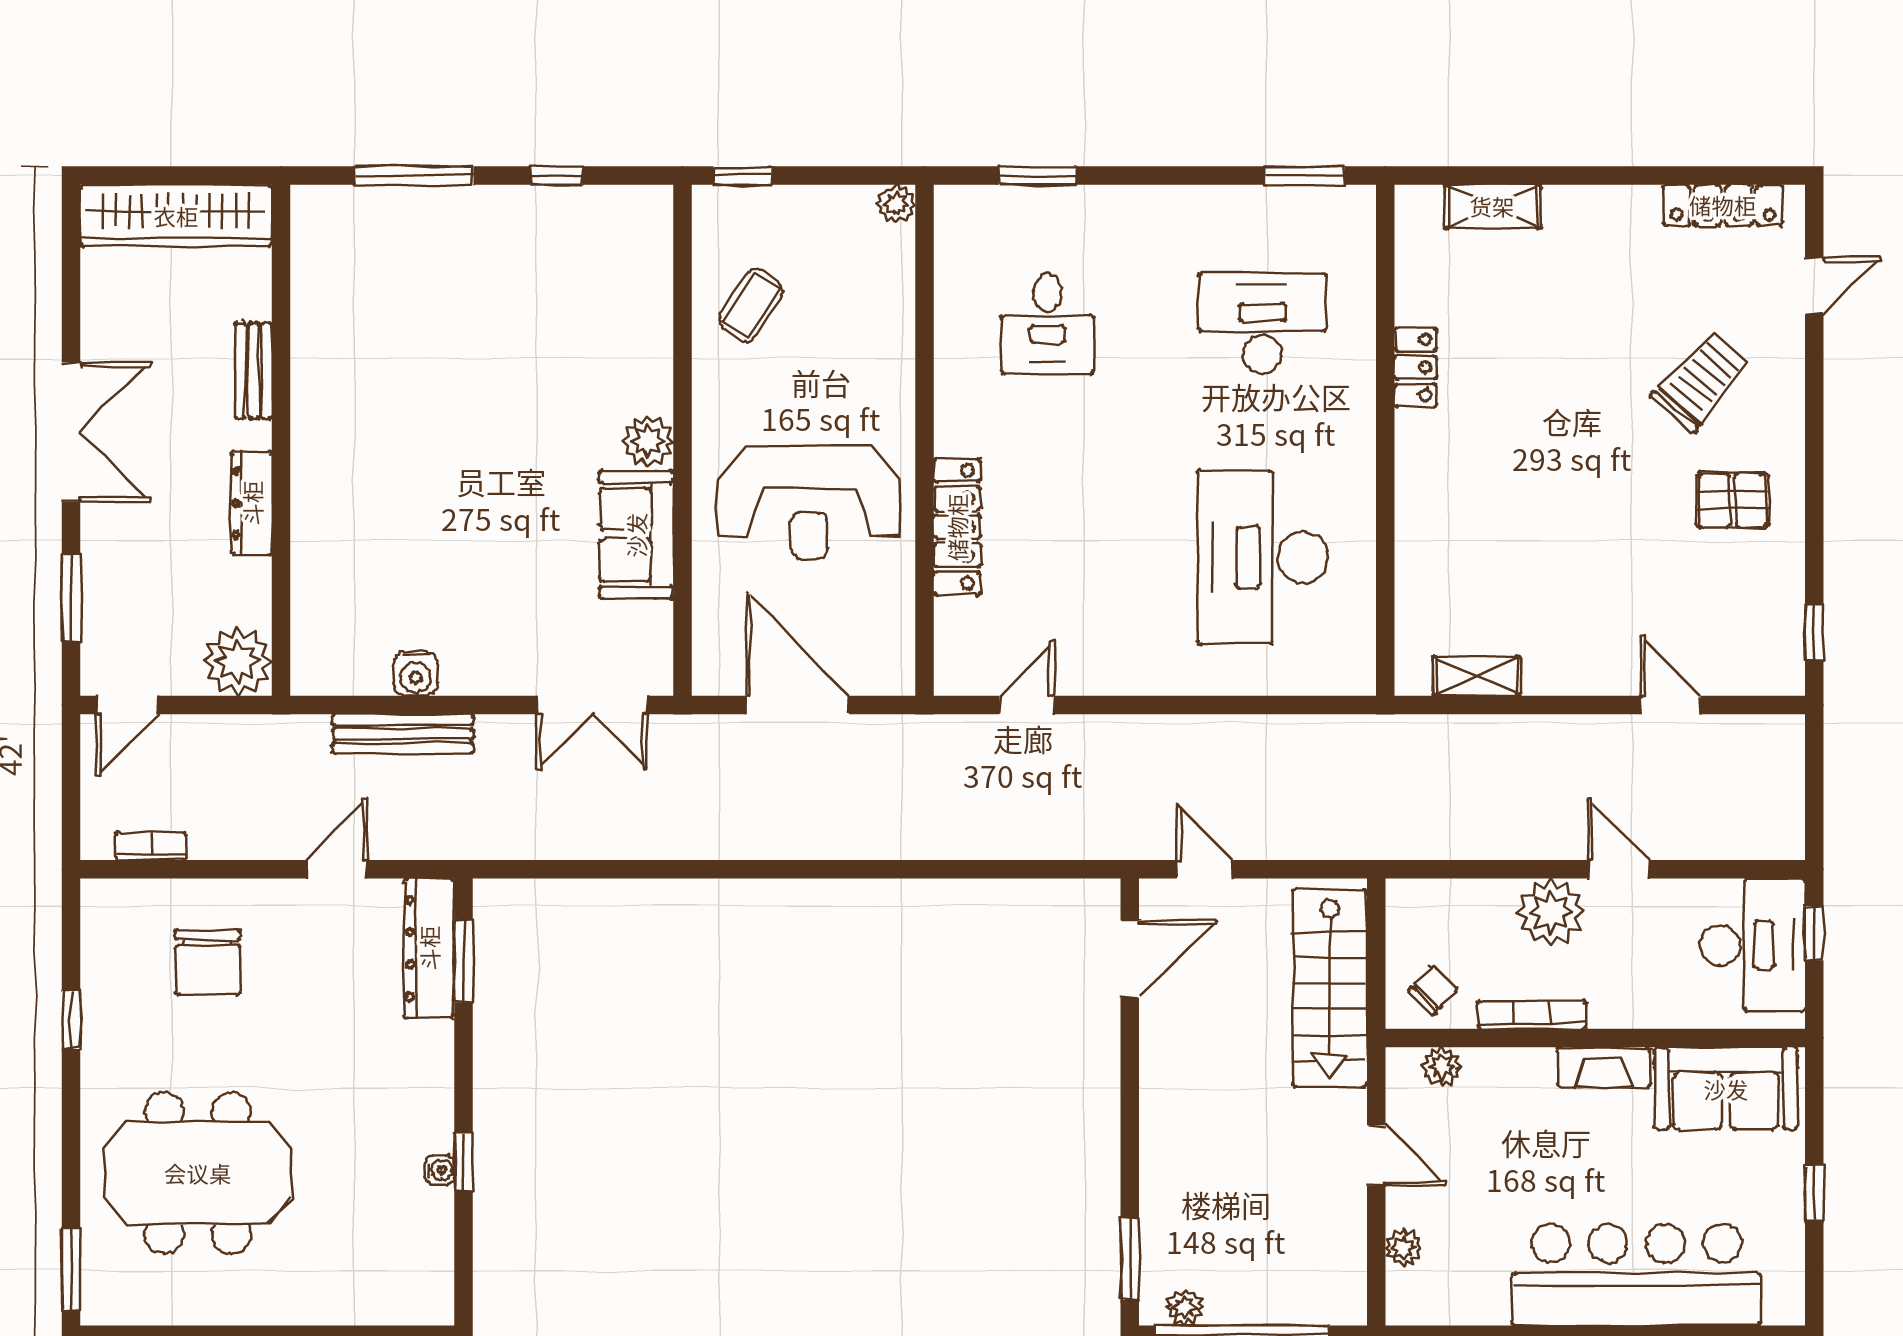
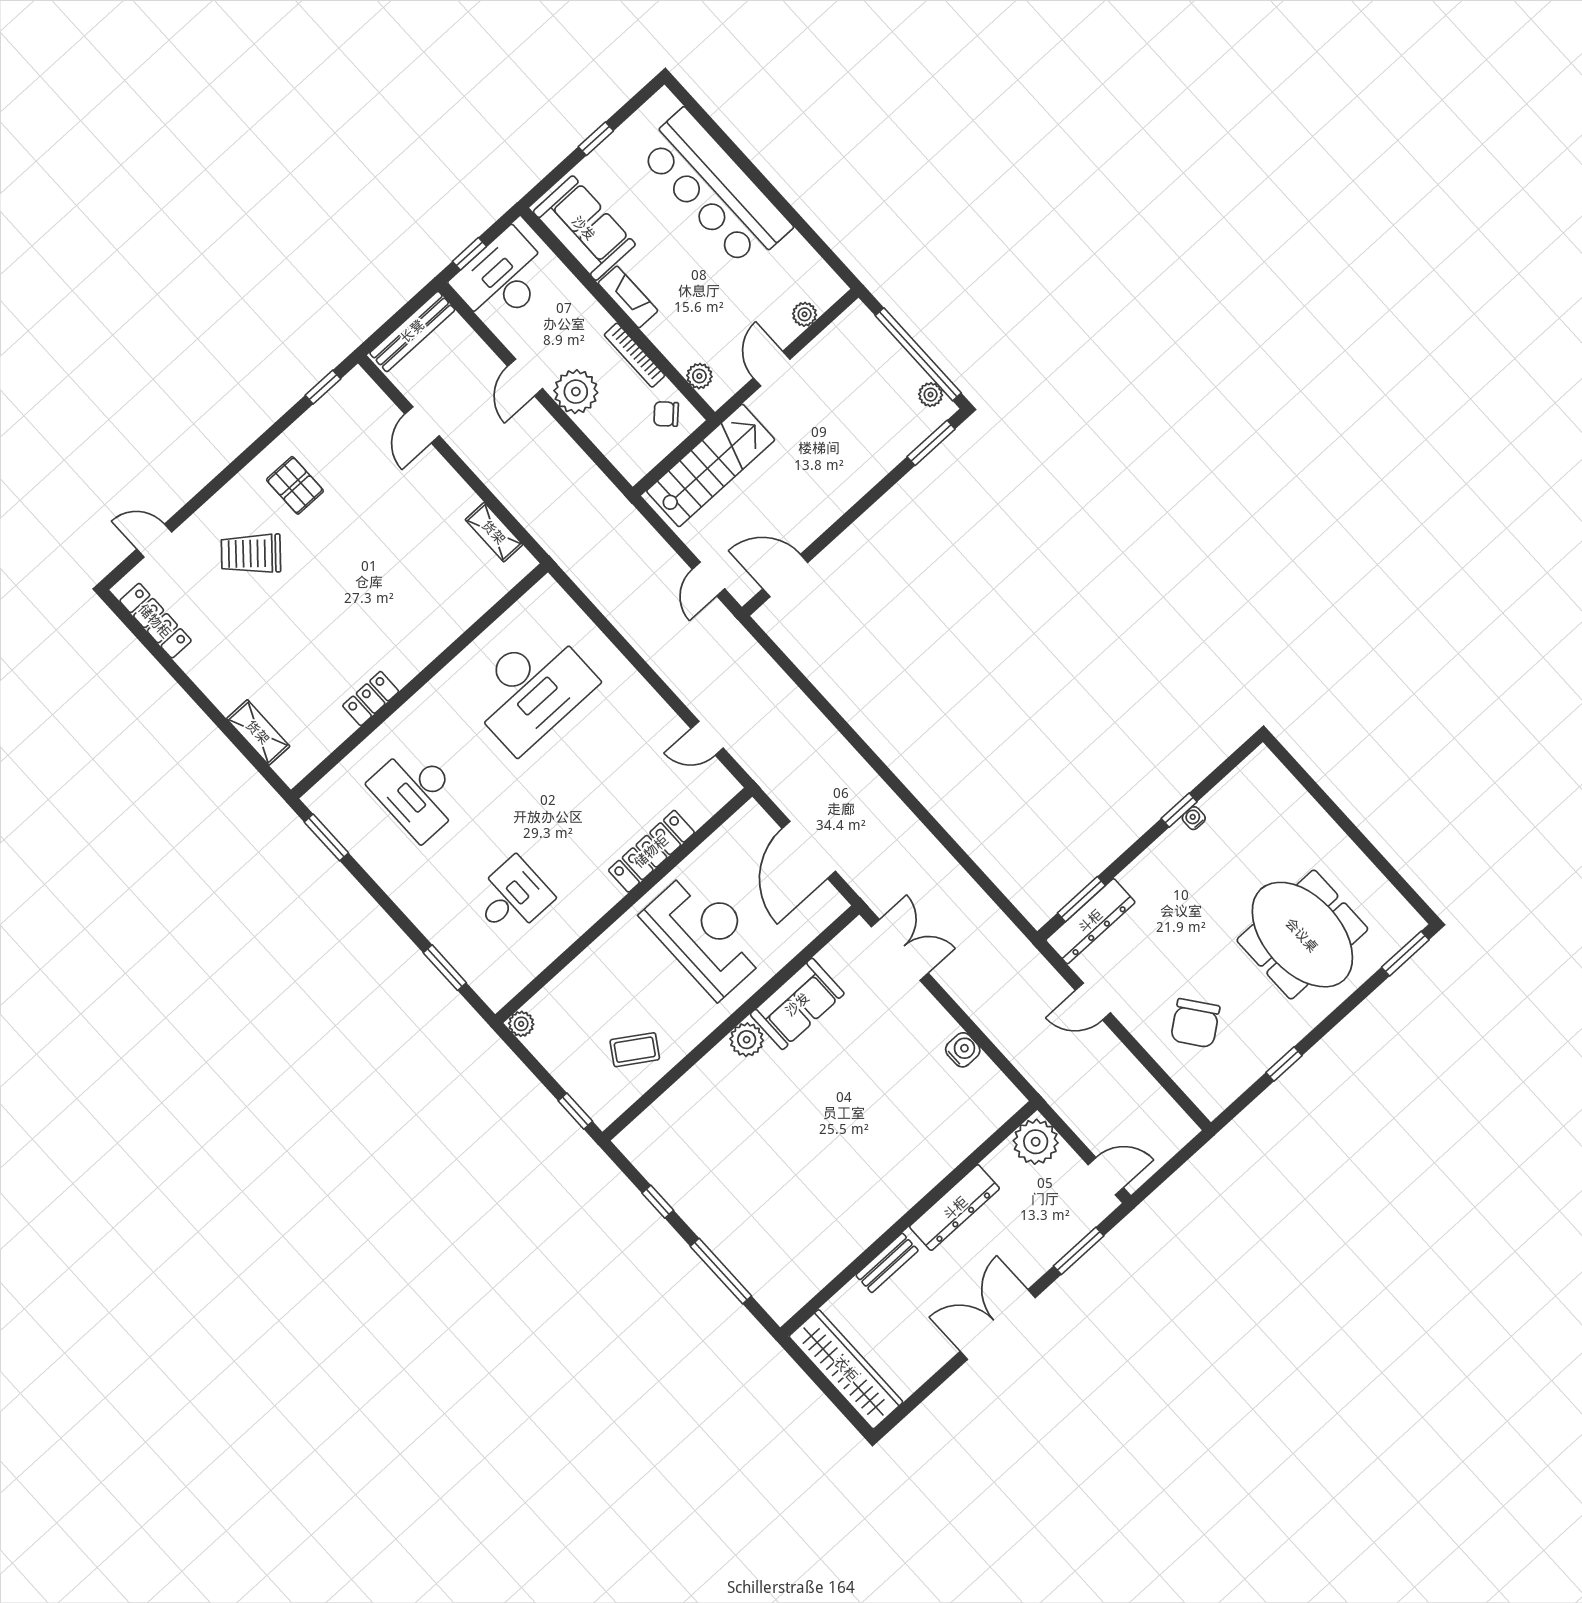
dresser: (252, 503) -> (955, 1208), width x1.37, depth x1.24
bench: (403, 734) -> (412, 331), moved, turned 90
bookcase: (151, 846) -> (1164, 1102), removed
chair: (208, 962) -> (1195, 1023), turned 143

